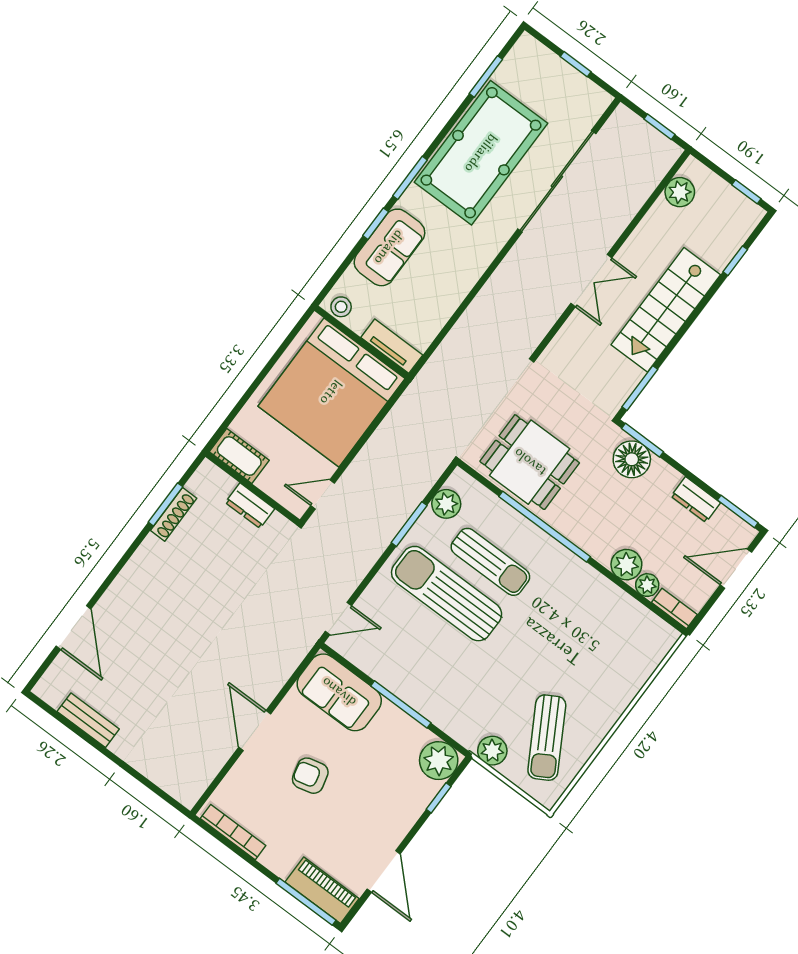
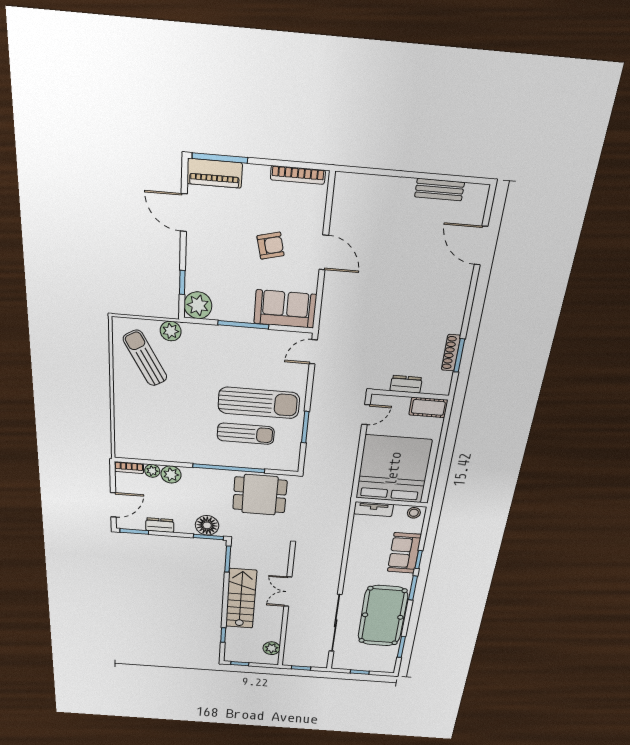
plant: (446, 504) -> (291, 449), removed
sun lounger: (490, 562) -> (246, 434), turned 180

